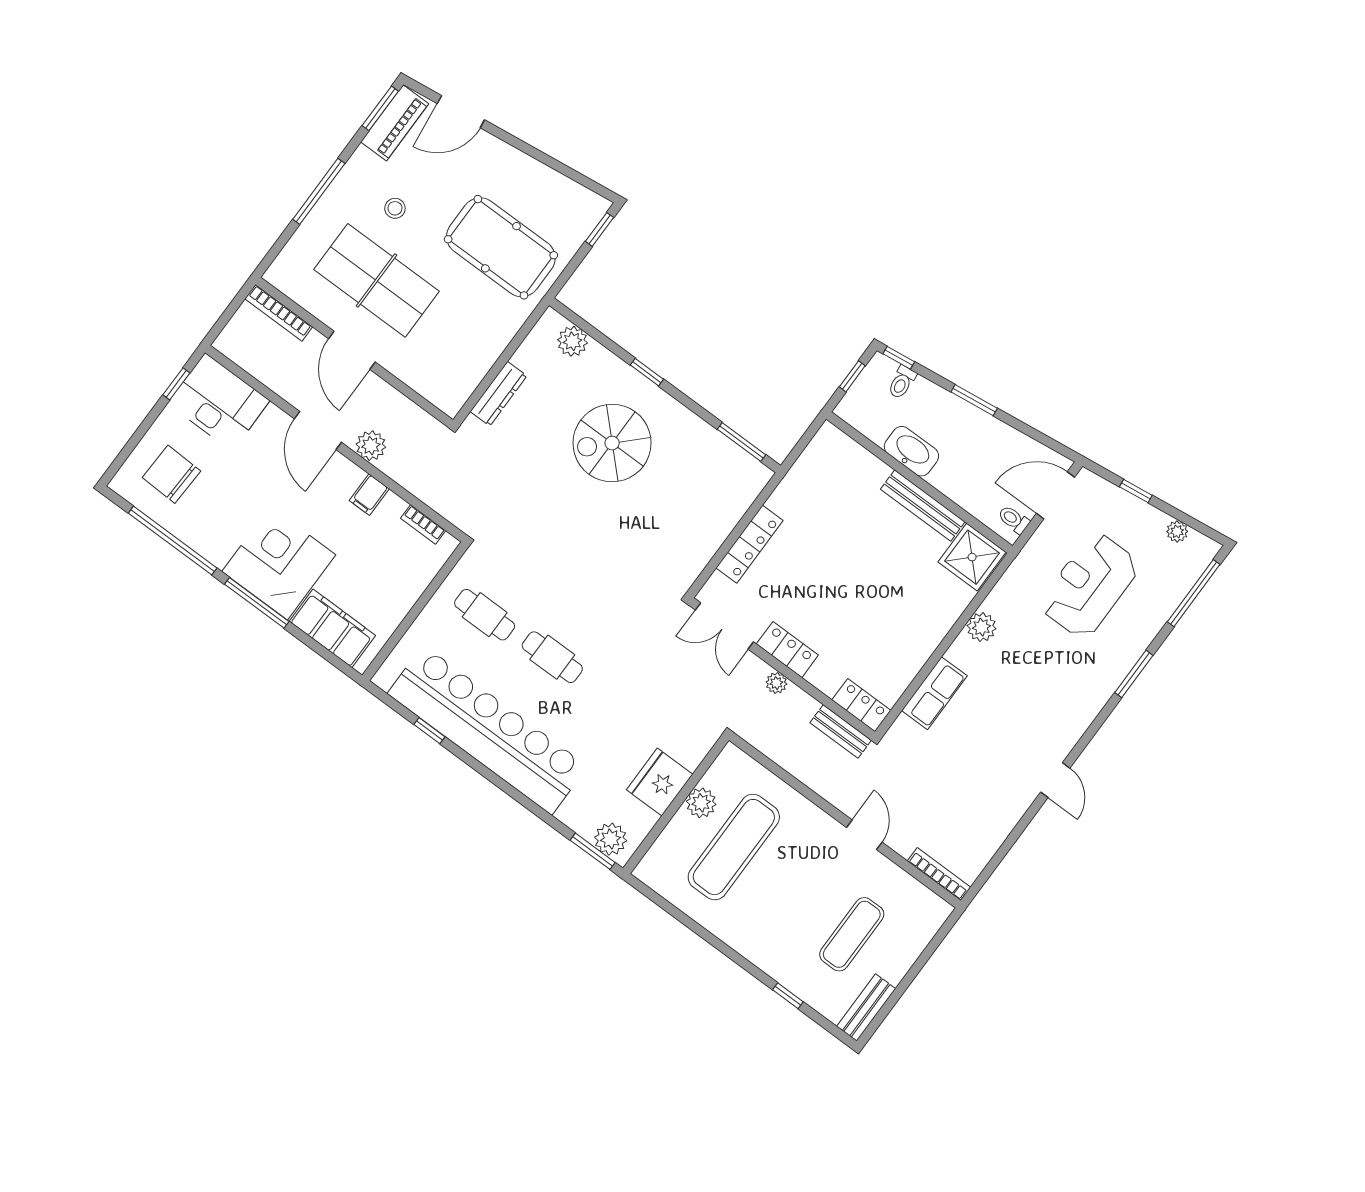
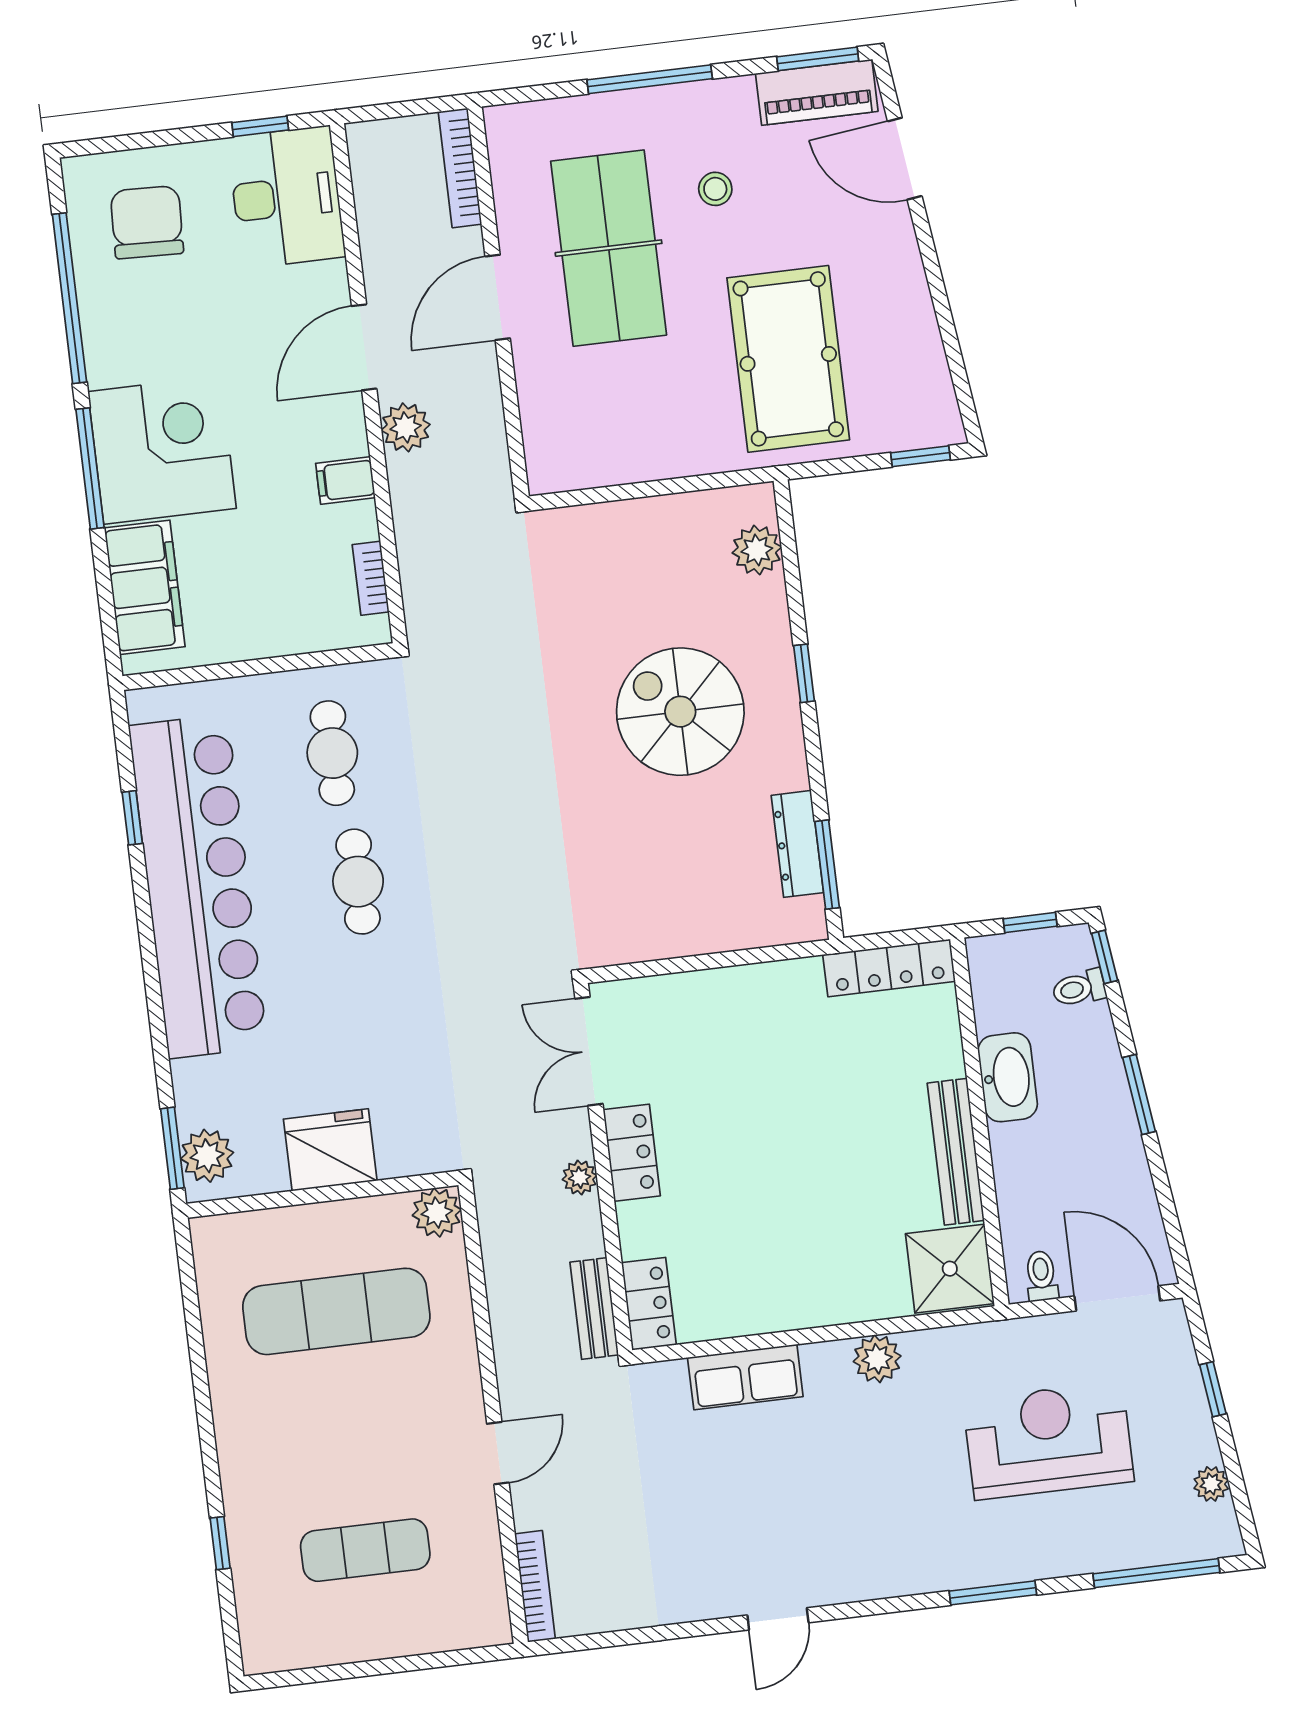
dresser: (499, 394) -> (797, 844), moved, turned 90
locker: (749, 544) -> (889, 968), moved
plant: (701, 803) -> (437, 1212), moved
bench: (866, 1008) -> (294, 1650), removed

